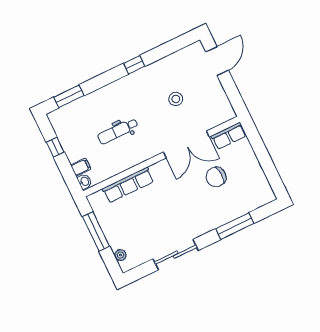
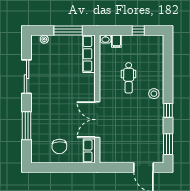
window: (69, 96) -> (168, 144), moved
stool: (176, 99) -> (154, 94), moved
dental chair: (118, 131) -> (129, 78), turned 180
chair: (216, 177) -> (59, 146), moved, turned 180
row of seats: (128, 185) -> (89, 54), moved

